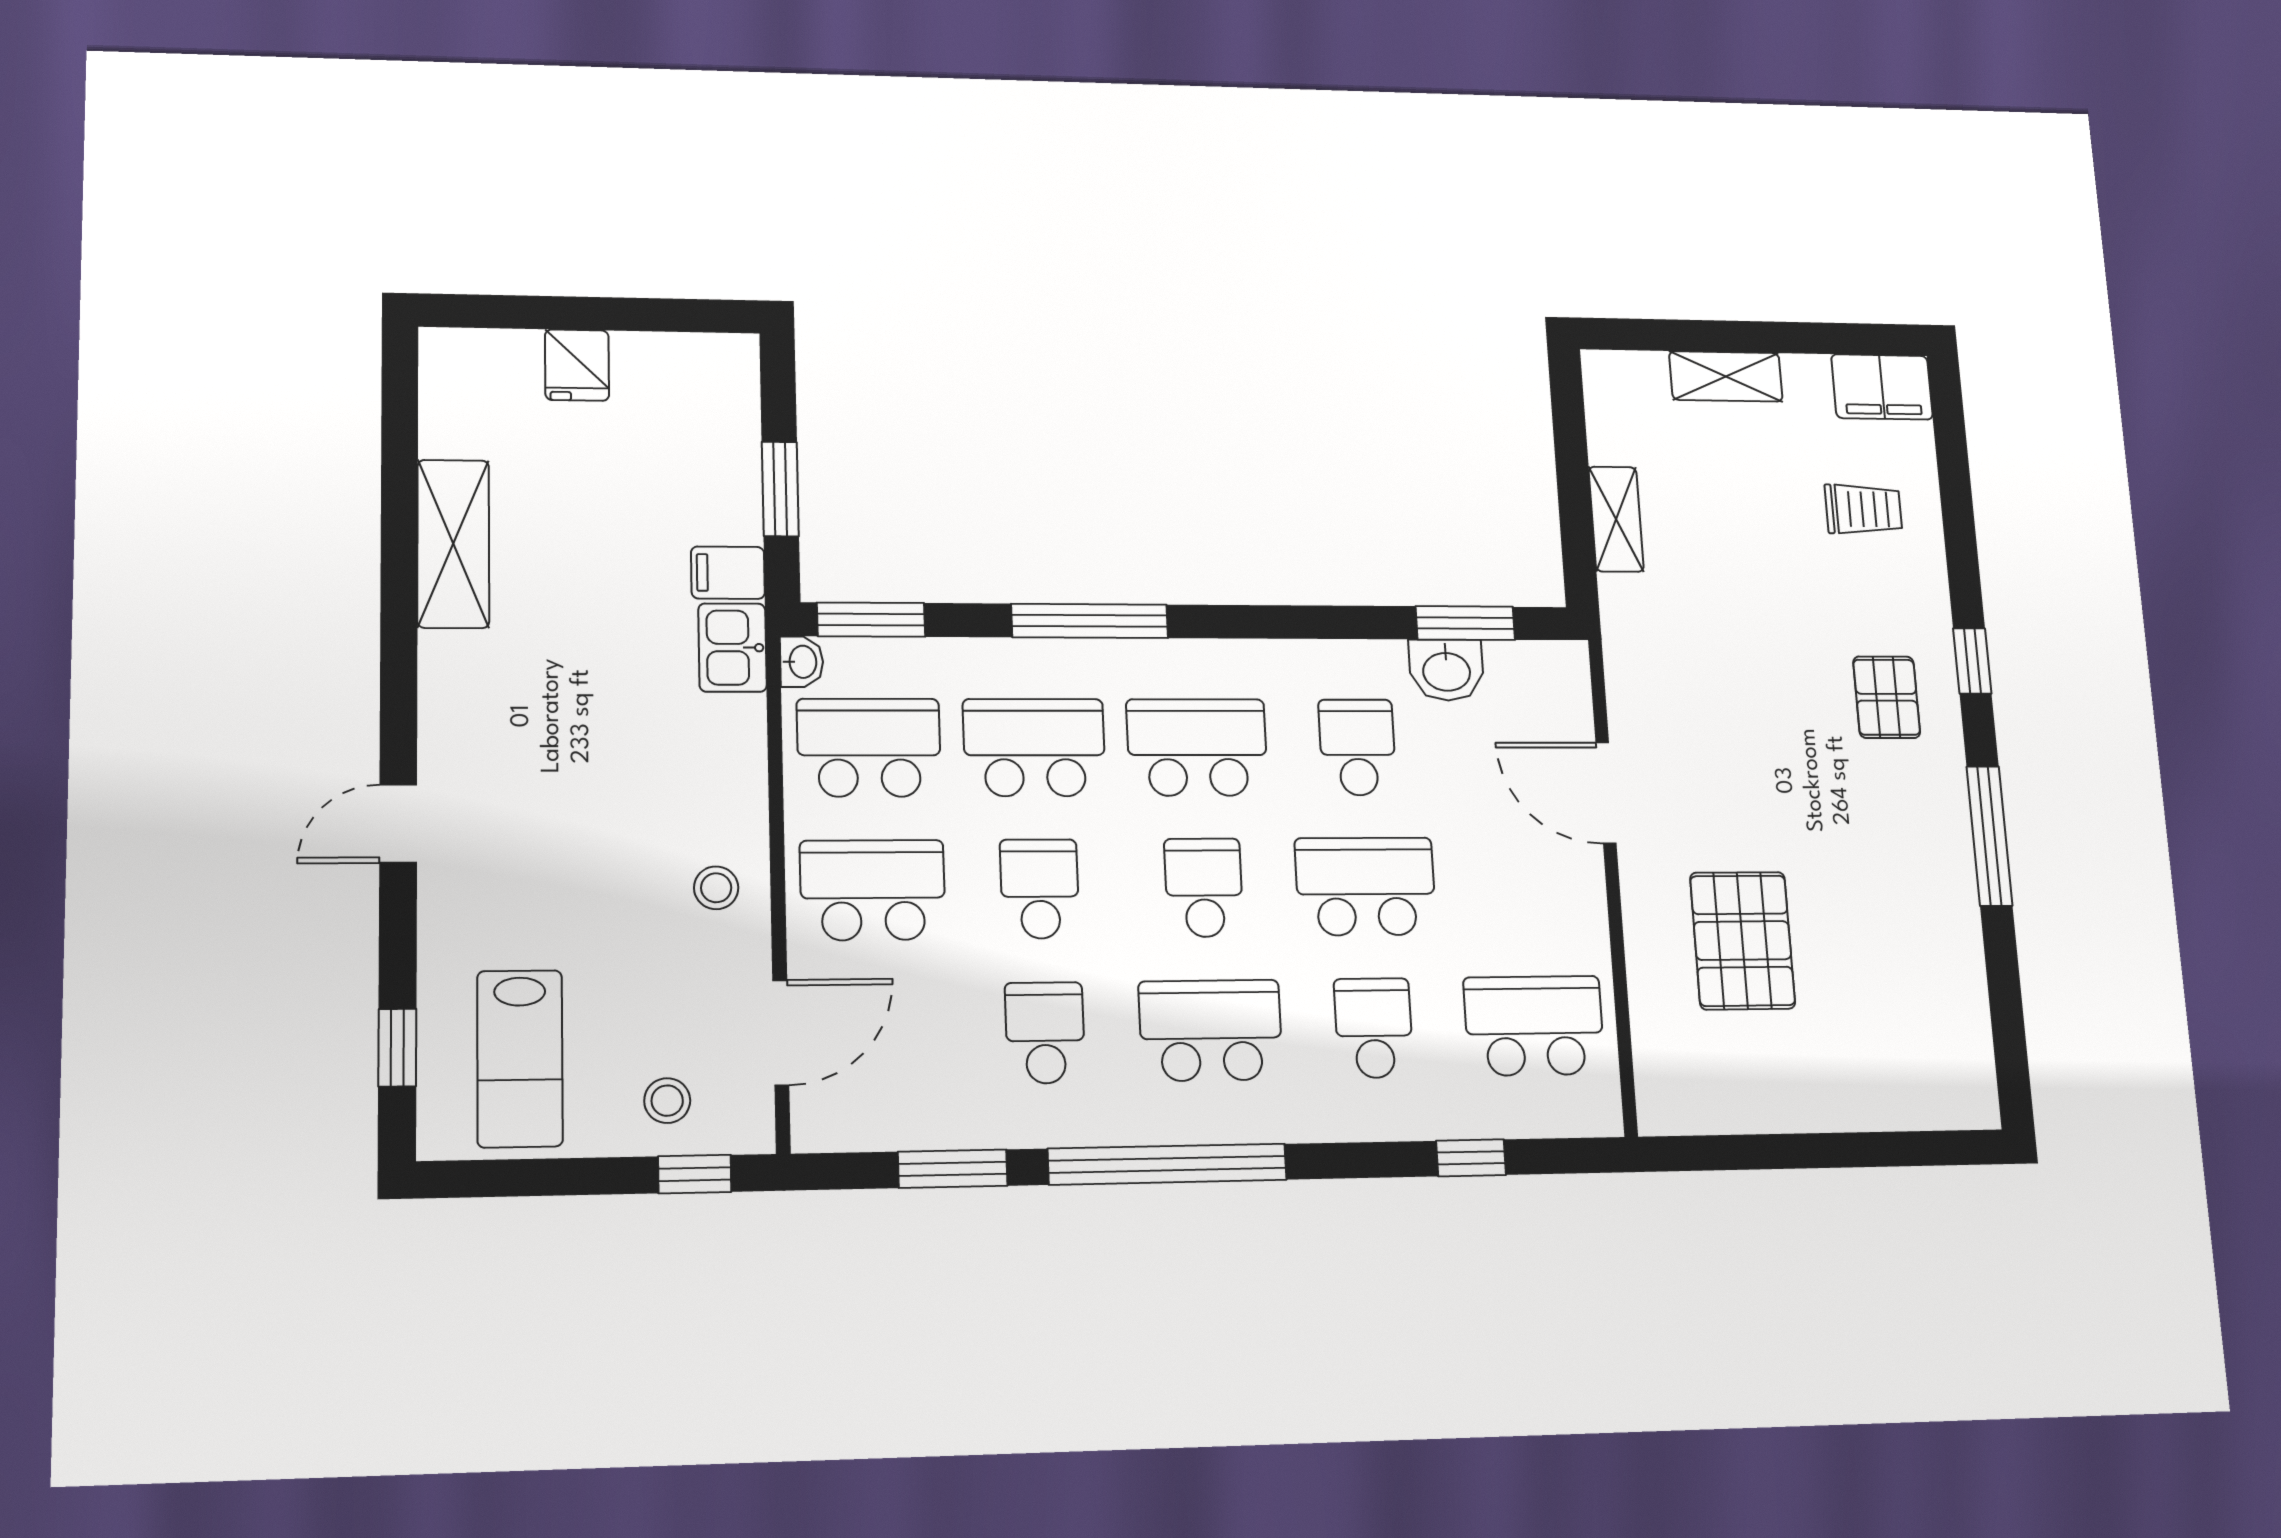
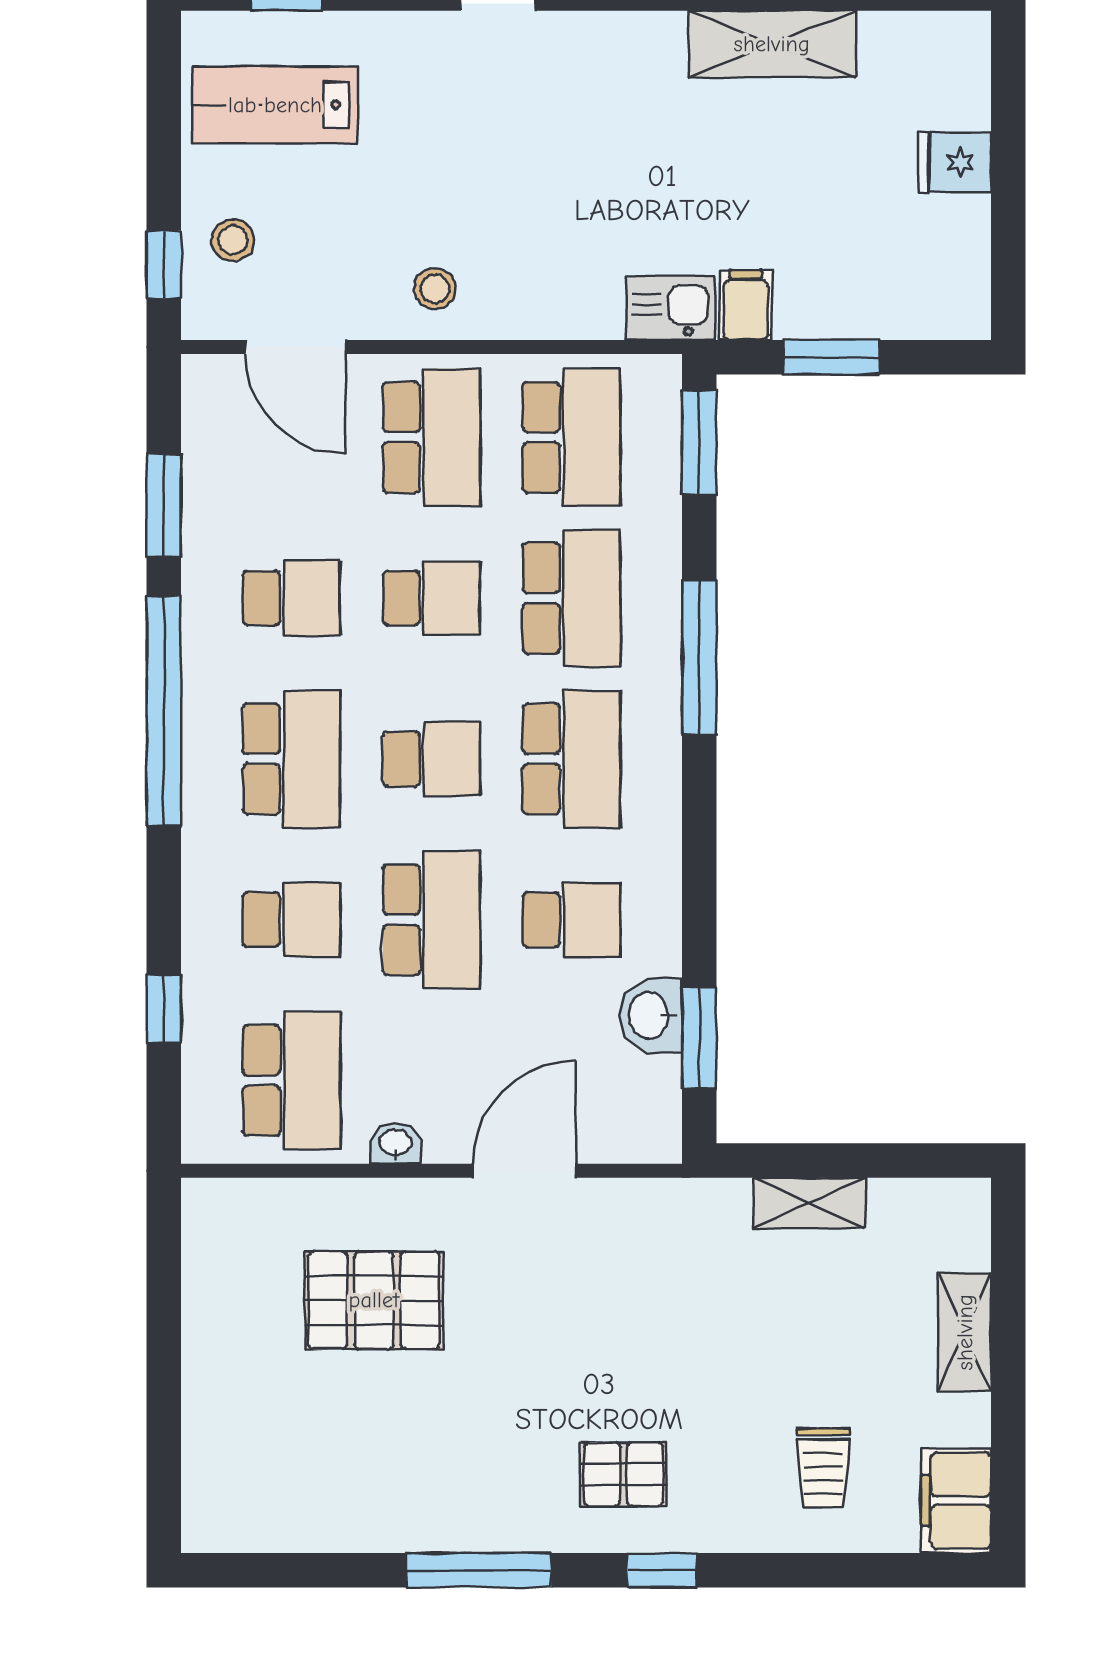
washbasin: (802, 662) -> (395, 1143), moved, turned 180

